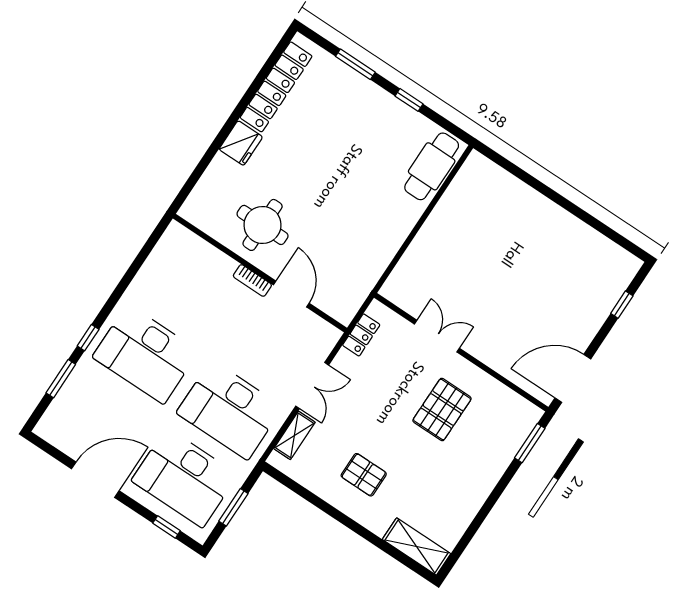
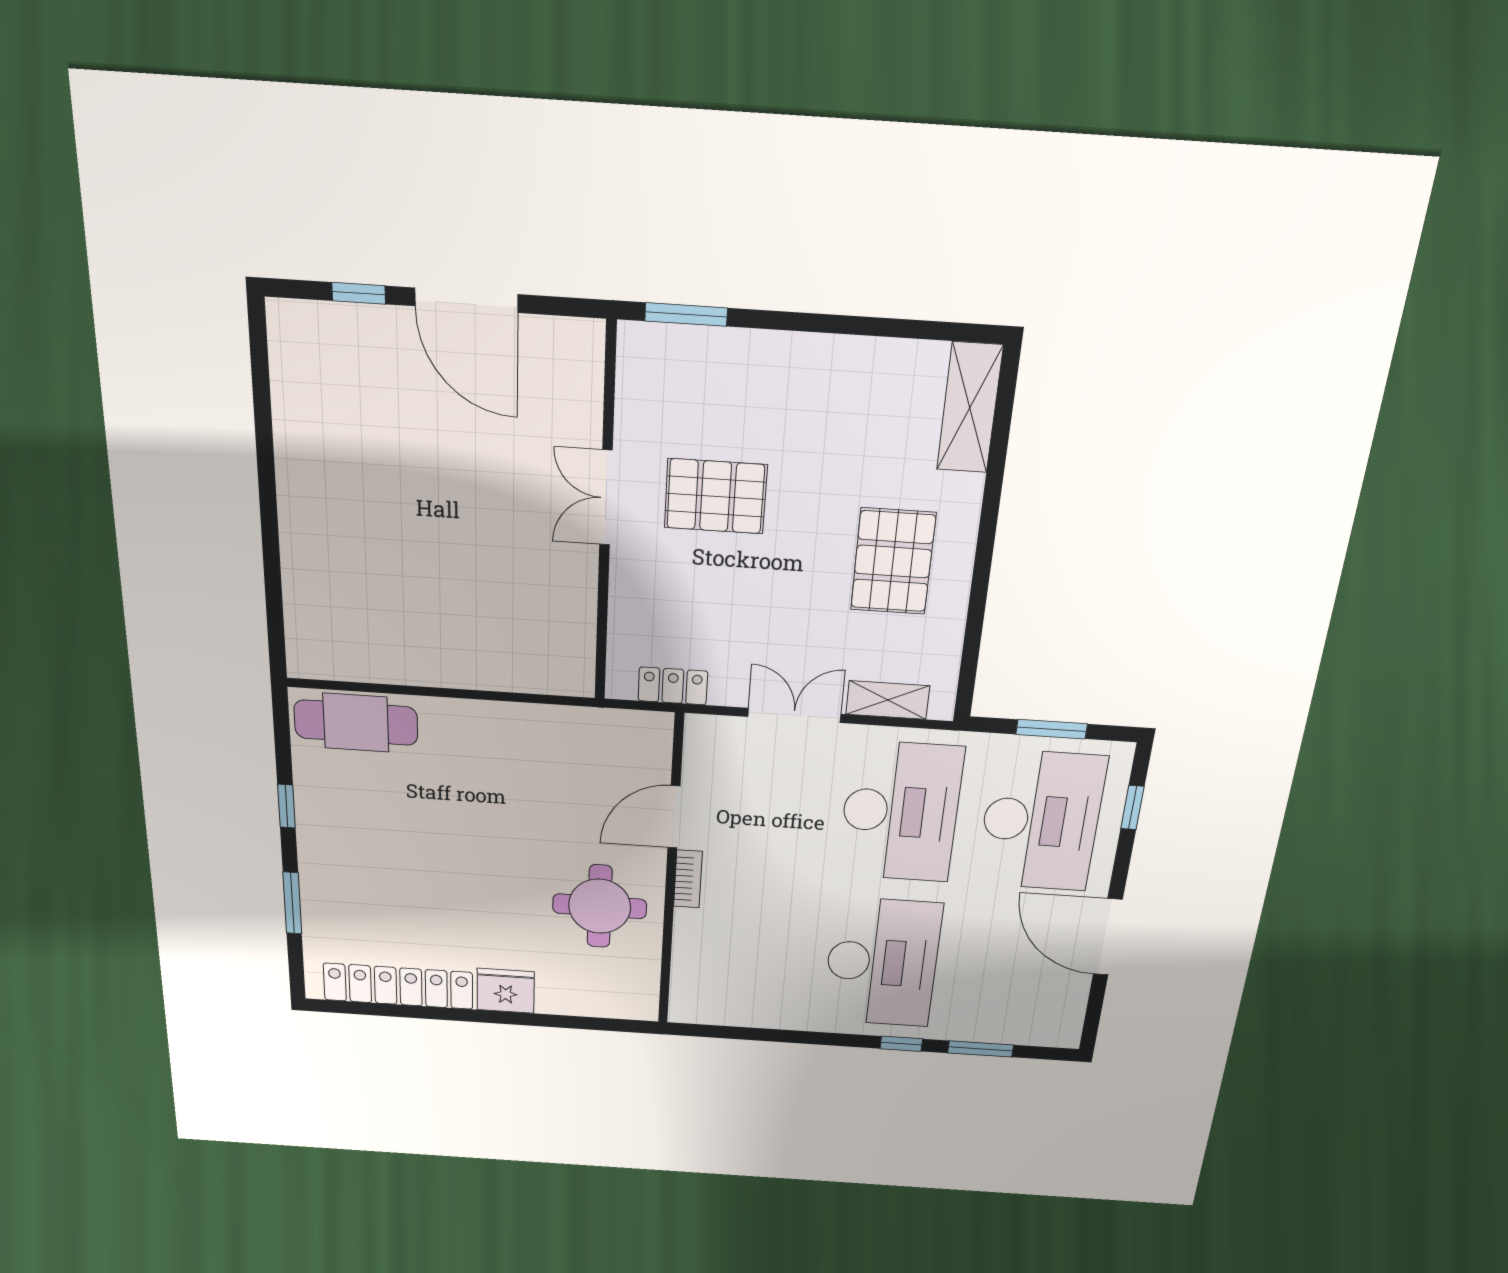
double door: (437, 336) -> (606, 498), moved
door: (573, 378) -> (466, 300), moved
pallet: (364, 475) -> (893, 561), width x1.50, depth x1.42

